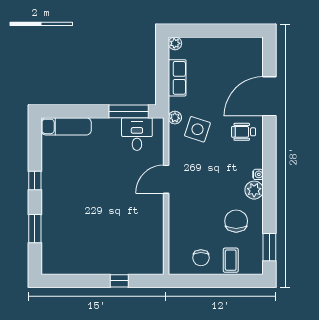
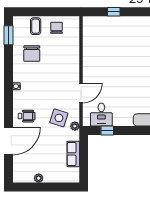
plant: (175, 43) -> (39, 178), moved
window: (129, 111) -> (107, 130), width x0.46
door: (166, 179) -> (81, 93), moved
plant: (254, 190) -> (19, 75), removed

